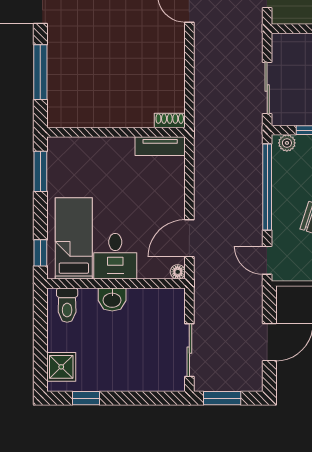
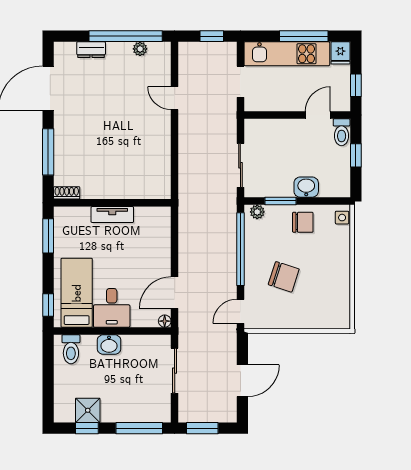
shoe rack: (170, 121) -> (67, 193), moved
tv unit: (160, 146) -> (112, 215), moved
door: (267, 260) -> (240, 311), hinge flipped
sliding door: (189, 350) -> (175, 371), moved
shower: (61, 367) -> (88, 410), moved
window: (148, 398) -> (139, 428), added

